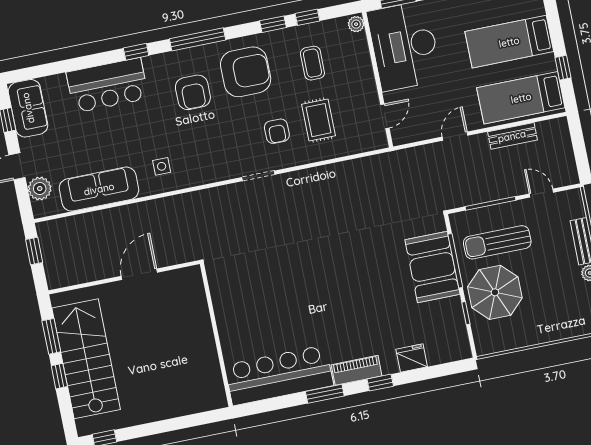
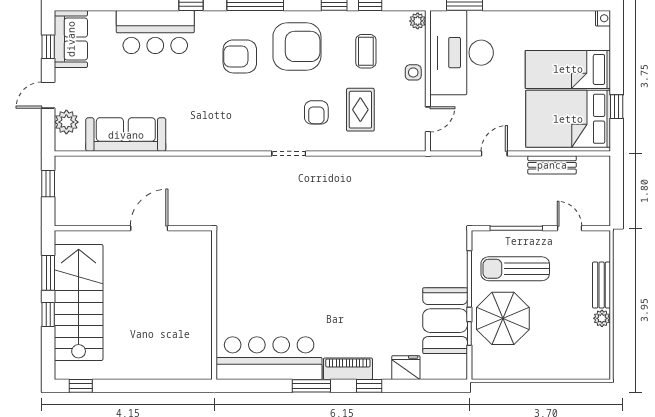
armchair: (193, 92) -> (240, 56), turned 90
bed: (521, 98) -> (568, 119), width x1.50
side table: (162, 166) -> (413, 72), moved
booth: (432, 267) -> (445, 321), moved

